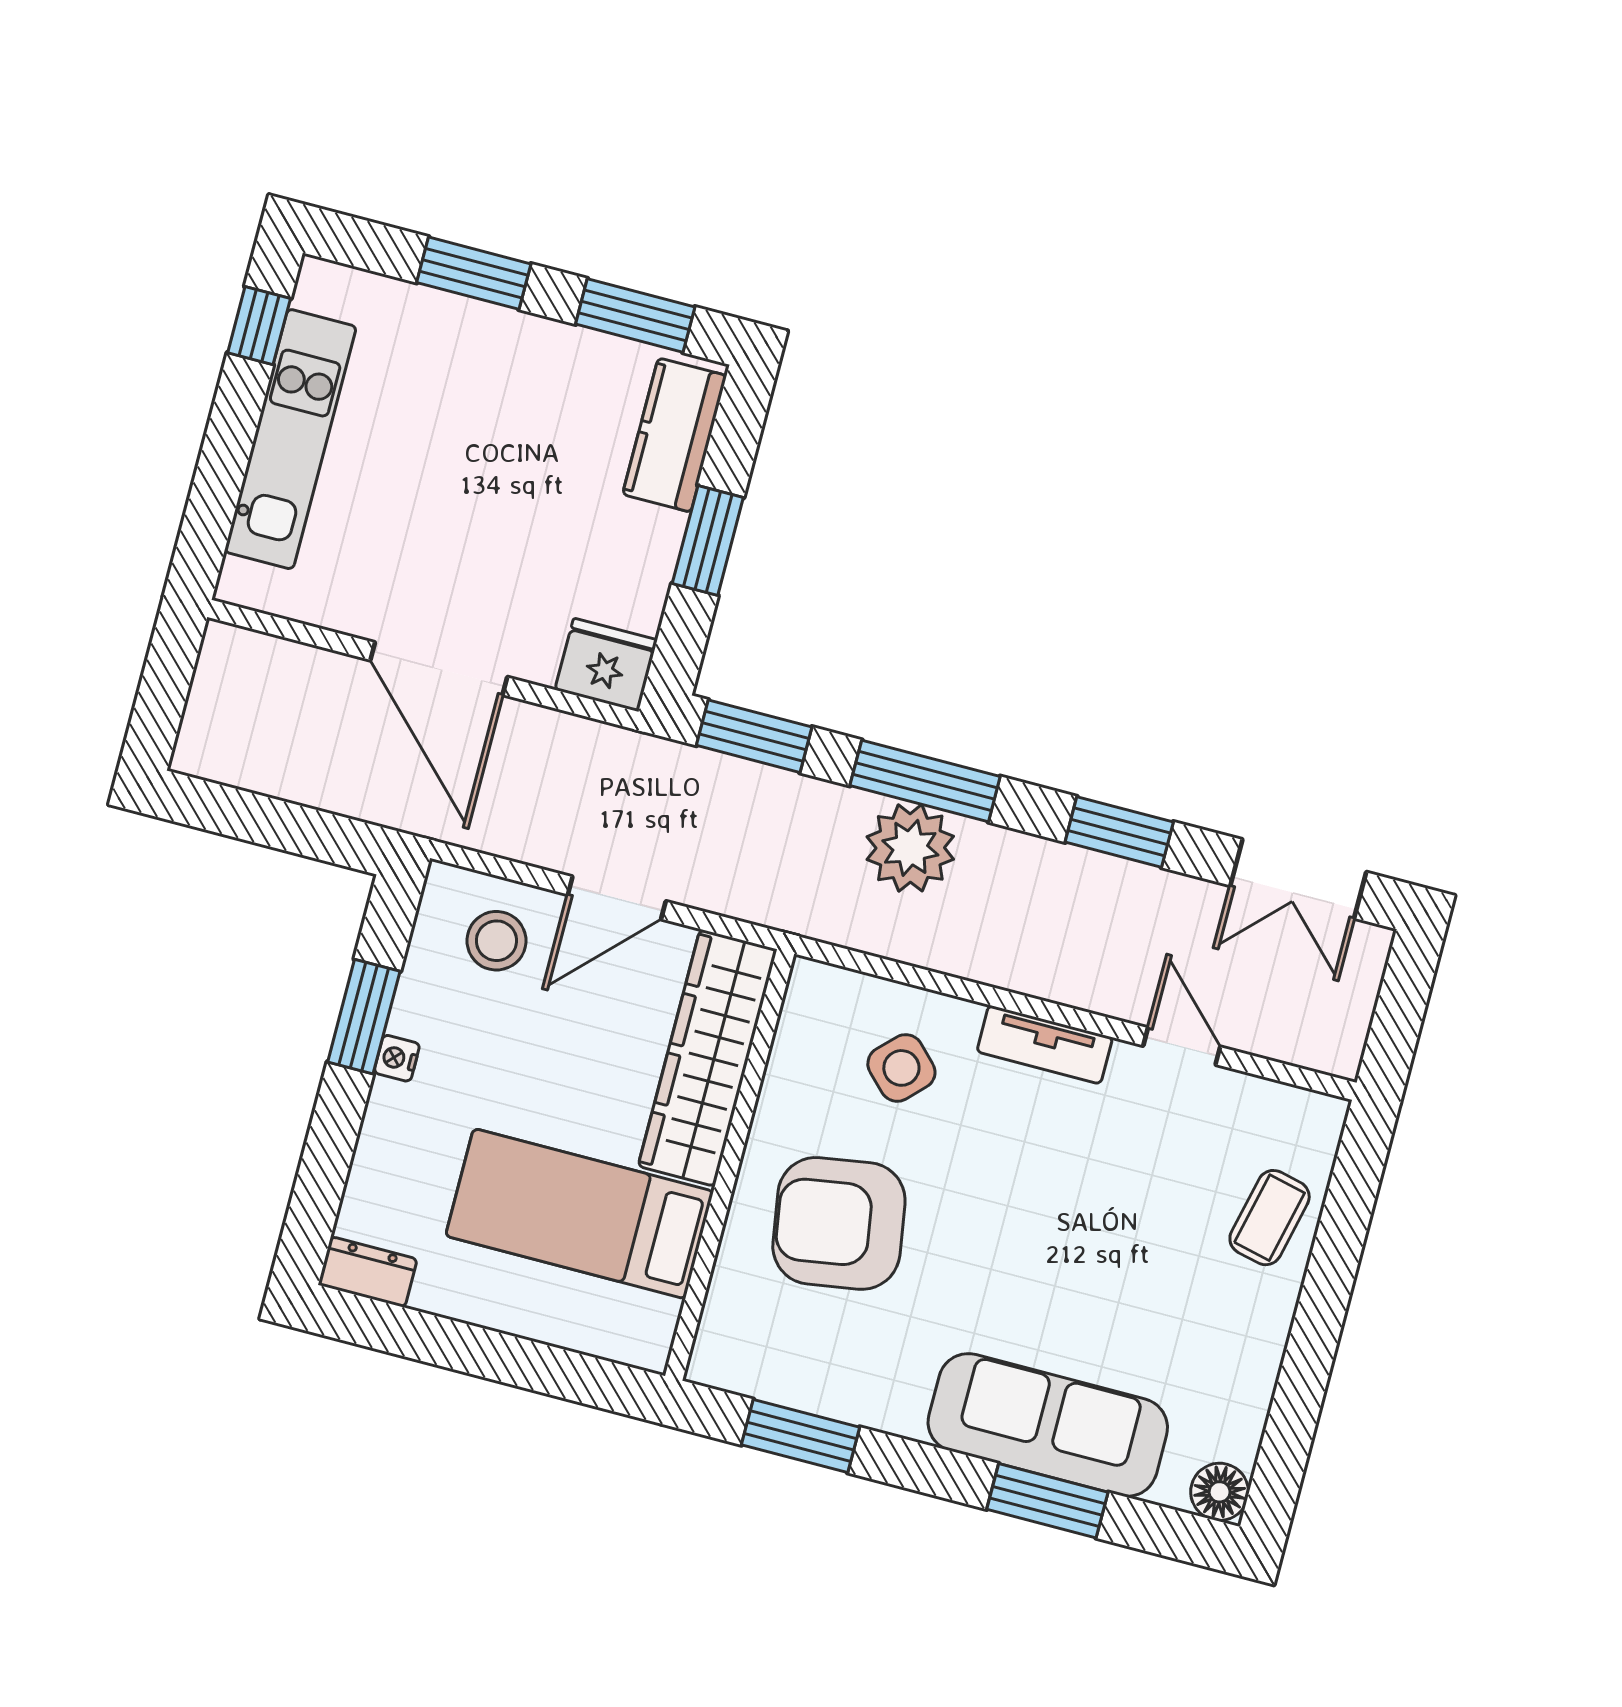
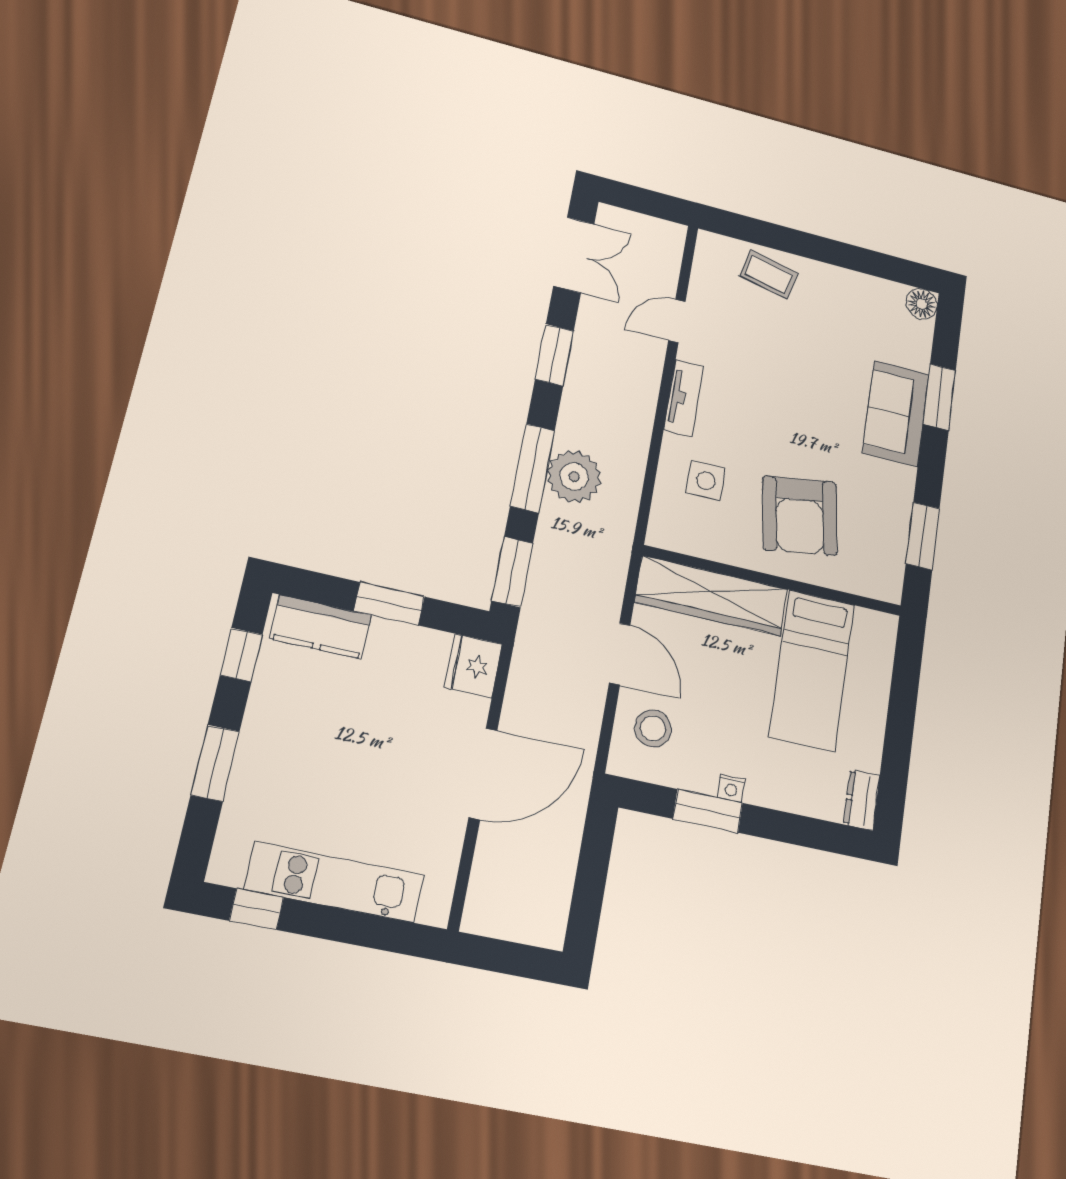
window: (635, 316) -> (241, 655), width x0.67
side table: (901, 1068) -> (706, 481), turned 45
sofa: (1048, 1425) -> (896, 413), width x0.73

